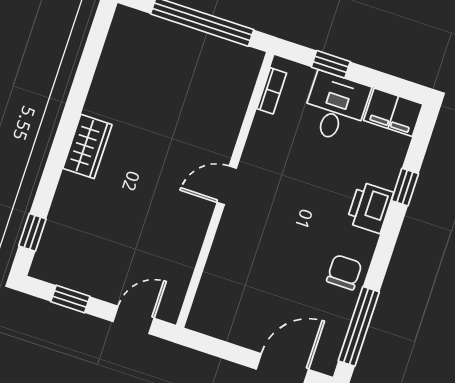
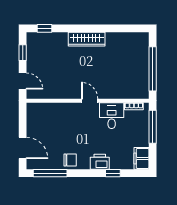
window: (331, 64) -> (153, 127), width x2.17
desk: (335, 107) -> (112, 116), moved, turned -90
wardrobe: (87, 146) -> (87, 39), width x1.50

